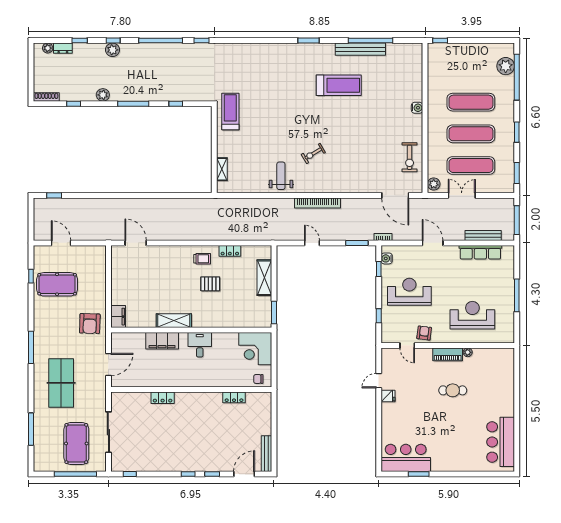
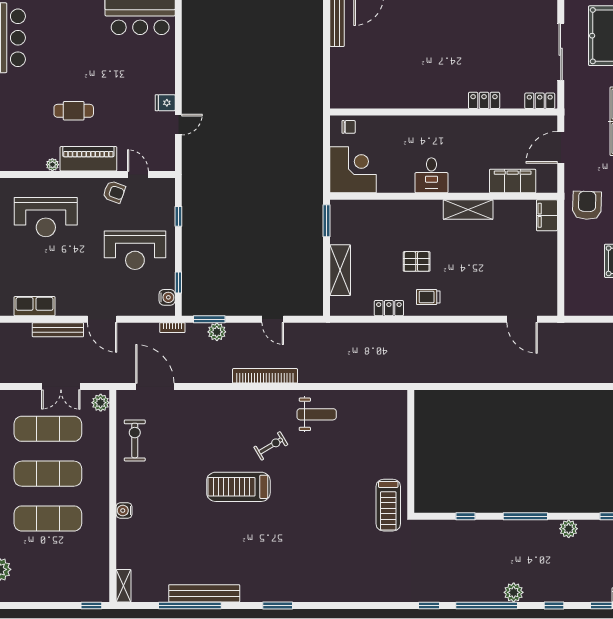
plant: (113, 50) -> (514, 592), moved
treadmill: (339, 85) -> (238, 487), moved
shelving: (222, 169) -> (123, 586), moved
weight bench: (281, 176) -> (317, 414), turned -90
plant: (351, 234) -> (217, 332), added
bench: (483, 236) -> (58, 330), moved
row of seats: (480, 252) -> (35, 306), width x0.68
armchair: (424, 333) -> (114, 192), turned -77
filing cabinet: (162, 341) -> (513, 181), moved
piano: (448, 354) -> (88, 159), width x1.37, depth x1.33
locker: (234, 397) -> (540, 101), moved

